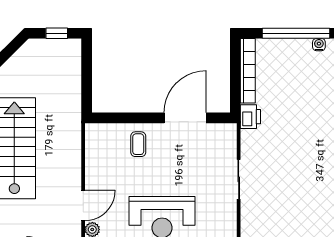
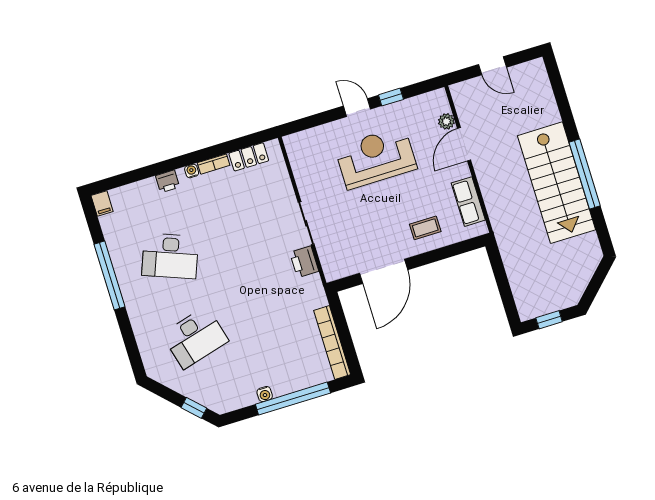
printer: (250, 117) -> (304, 262), moved
coffee table: (138, 144) -> (425, 228), turned 90
row of seats: (95, 155) -> (468, 202), added

